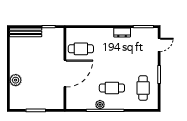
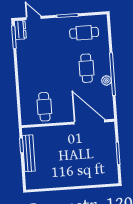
bench: (26, 32) -> (29, 153), moved
dresser: (122, 32) -> (20, 30), moved
door: (65, 74) -> (89, 122), moved
plant: (16, 80) -> (85, 179), removed

